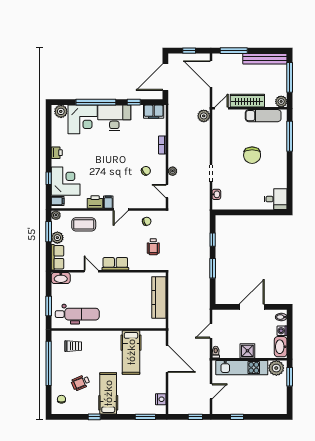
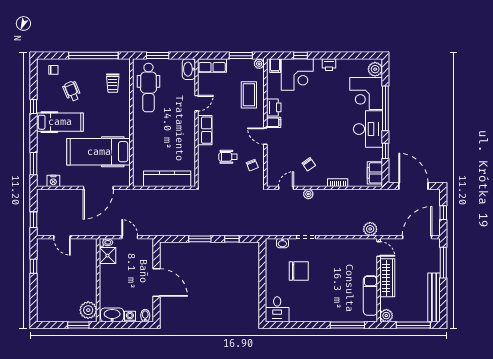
chair: (252, 155) -> (299, 271), moved, turned 180
plant: (57, 238) -> (234, 65), removed
wheelchair: (153, 247) -> (228, 157), moved
shower: (247, 351) -> (107, 256), moved
hospital bed: (131, 352) -> (99, 152), width x1.37, depth x1.29
kitchen unit: (242, 368) -> (89, 272), removed

